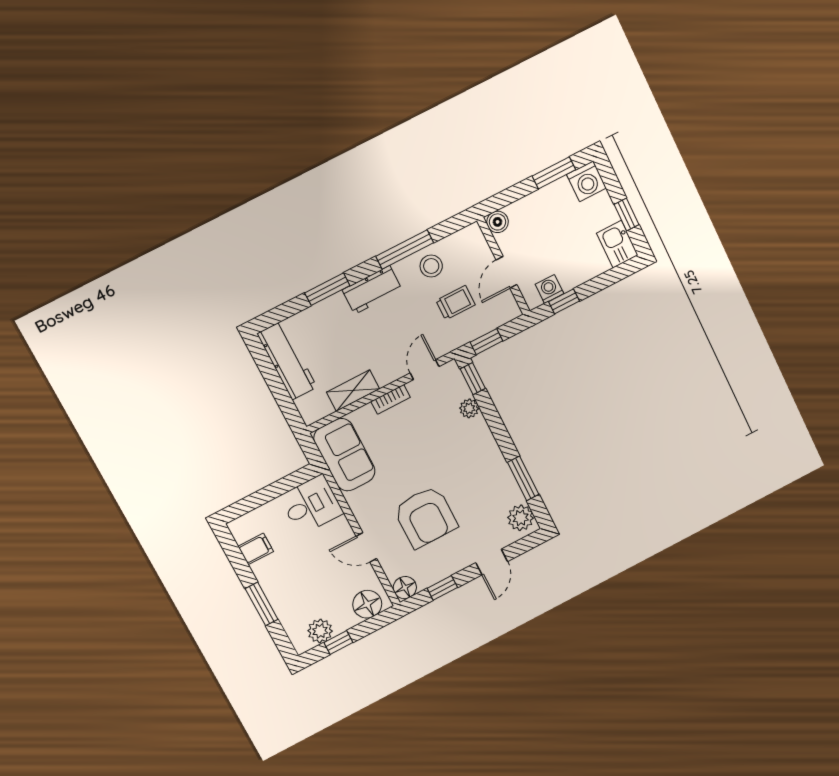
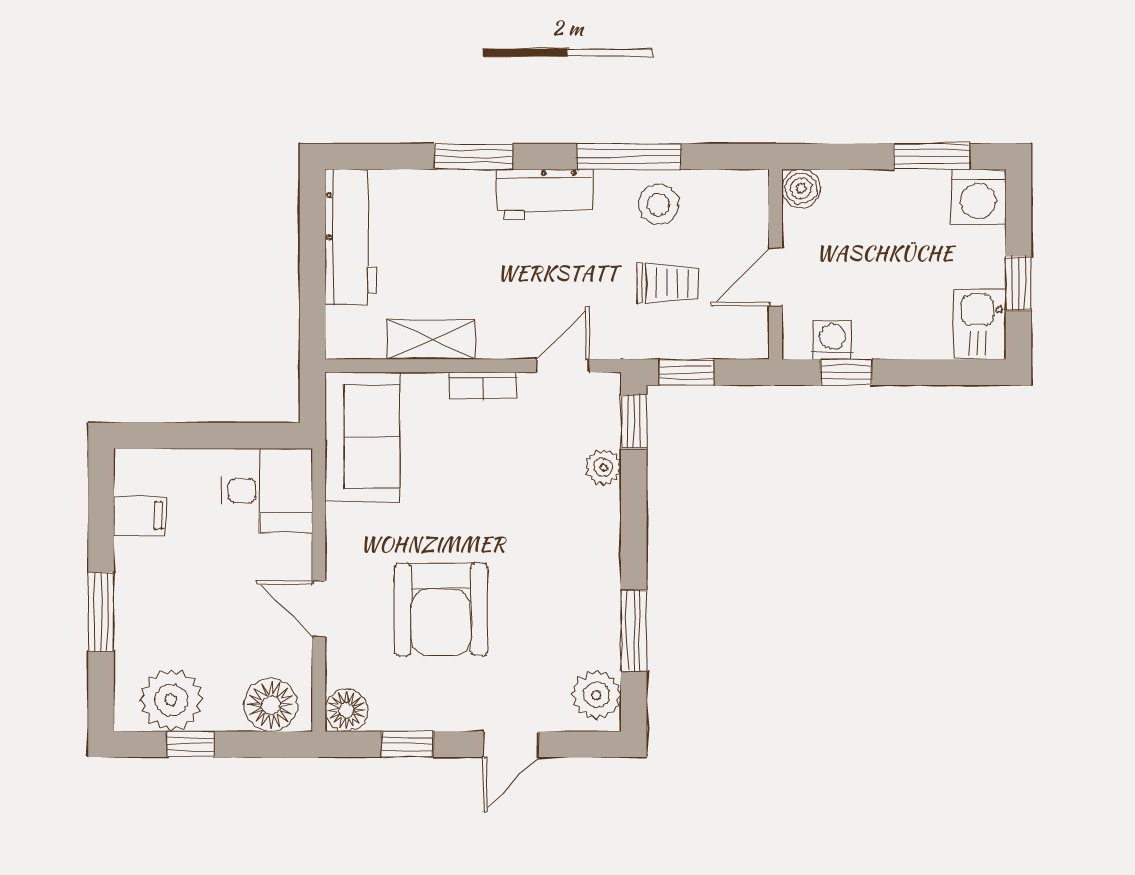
plant: (320, 631) -> (171, 700), width x1.36, depth x1.36

